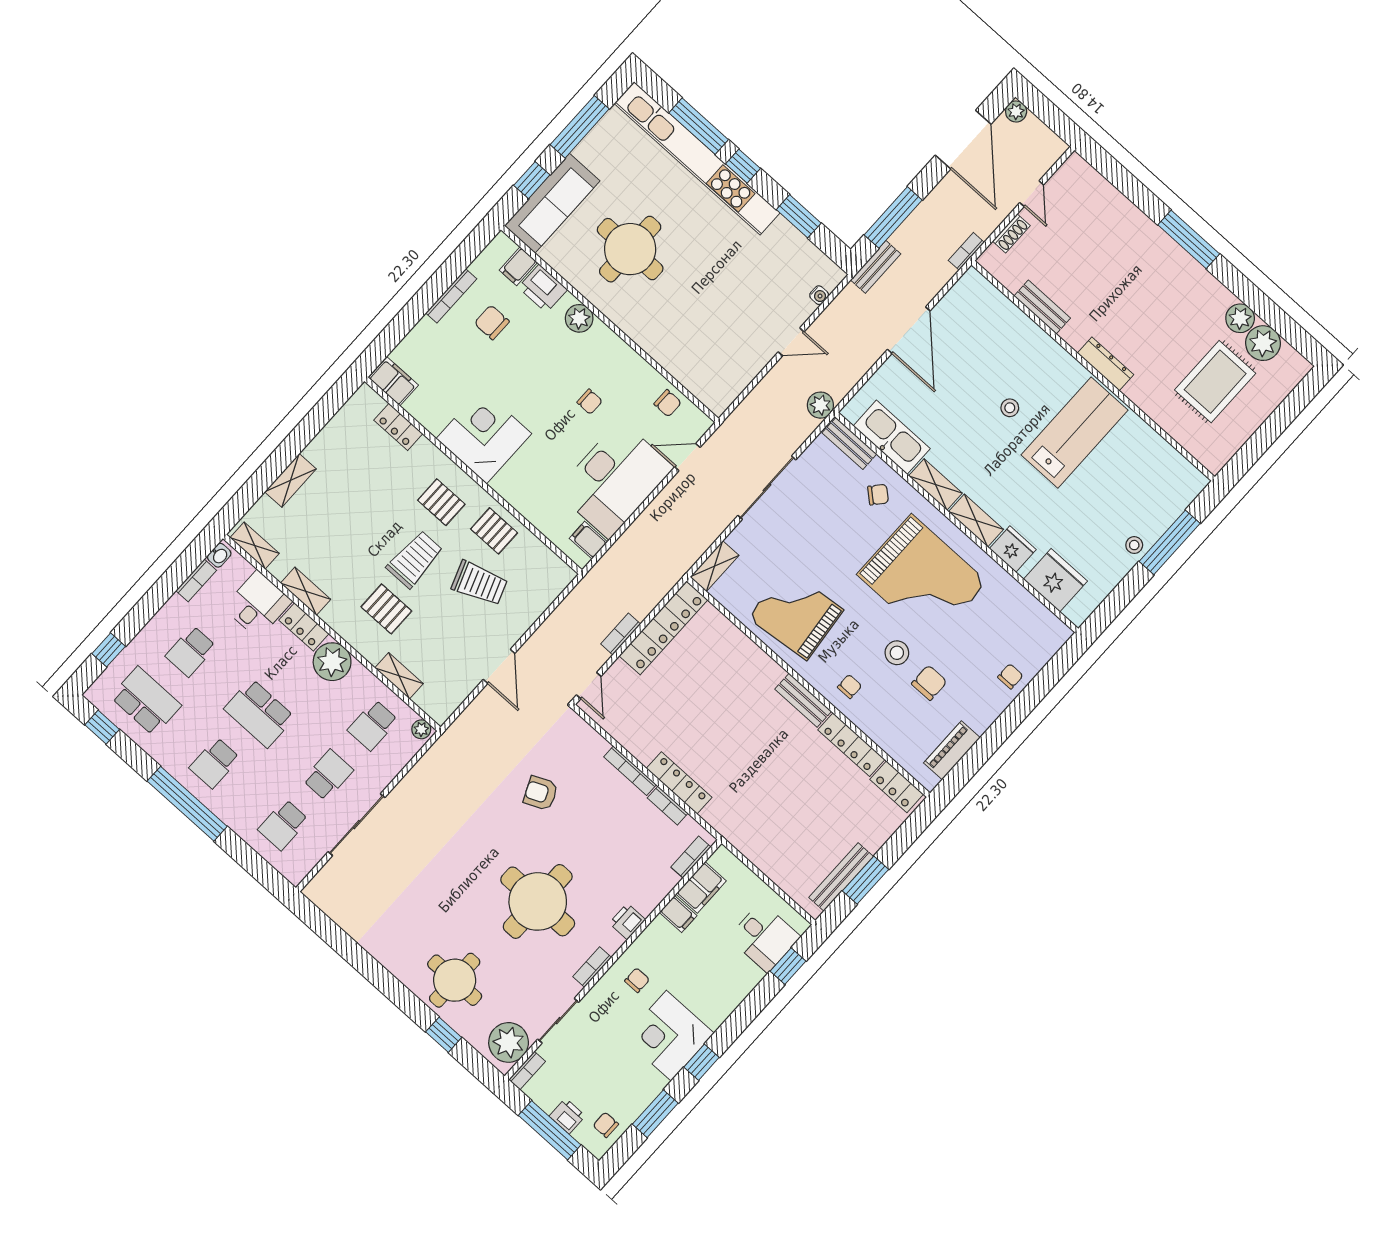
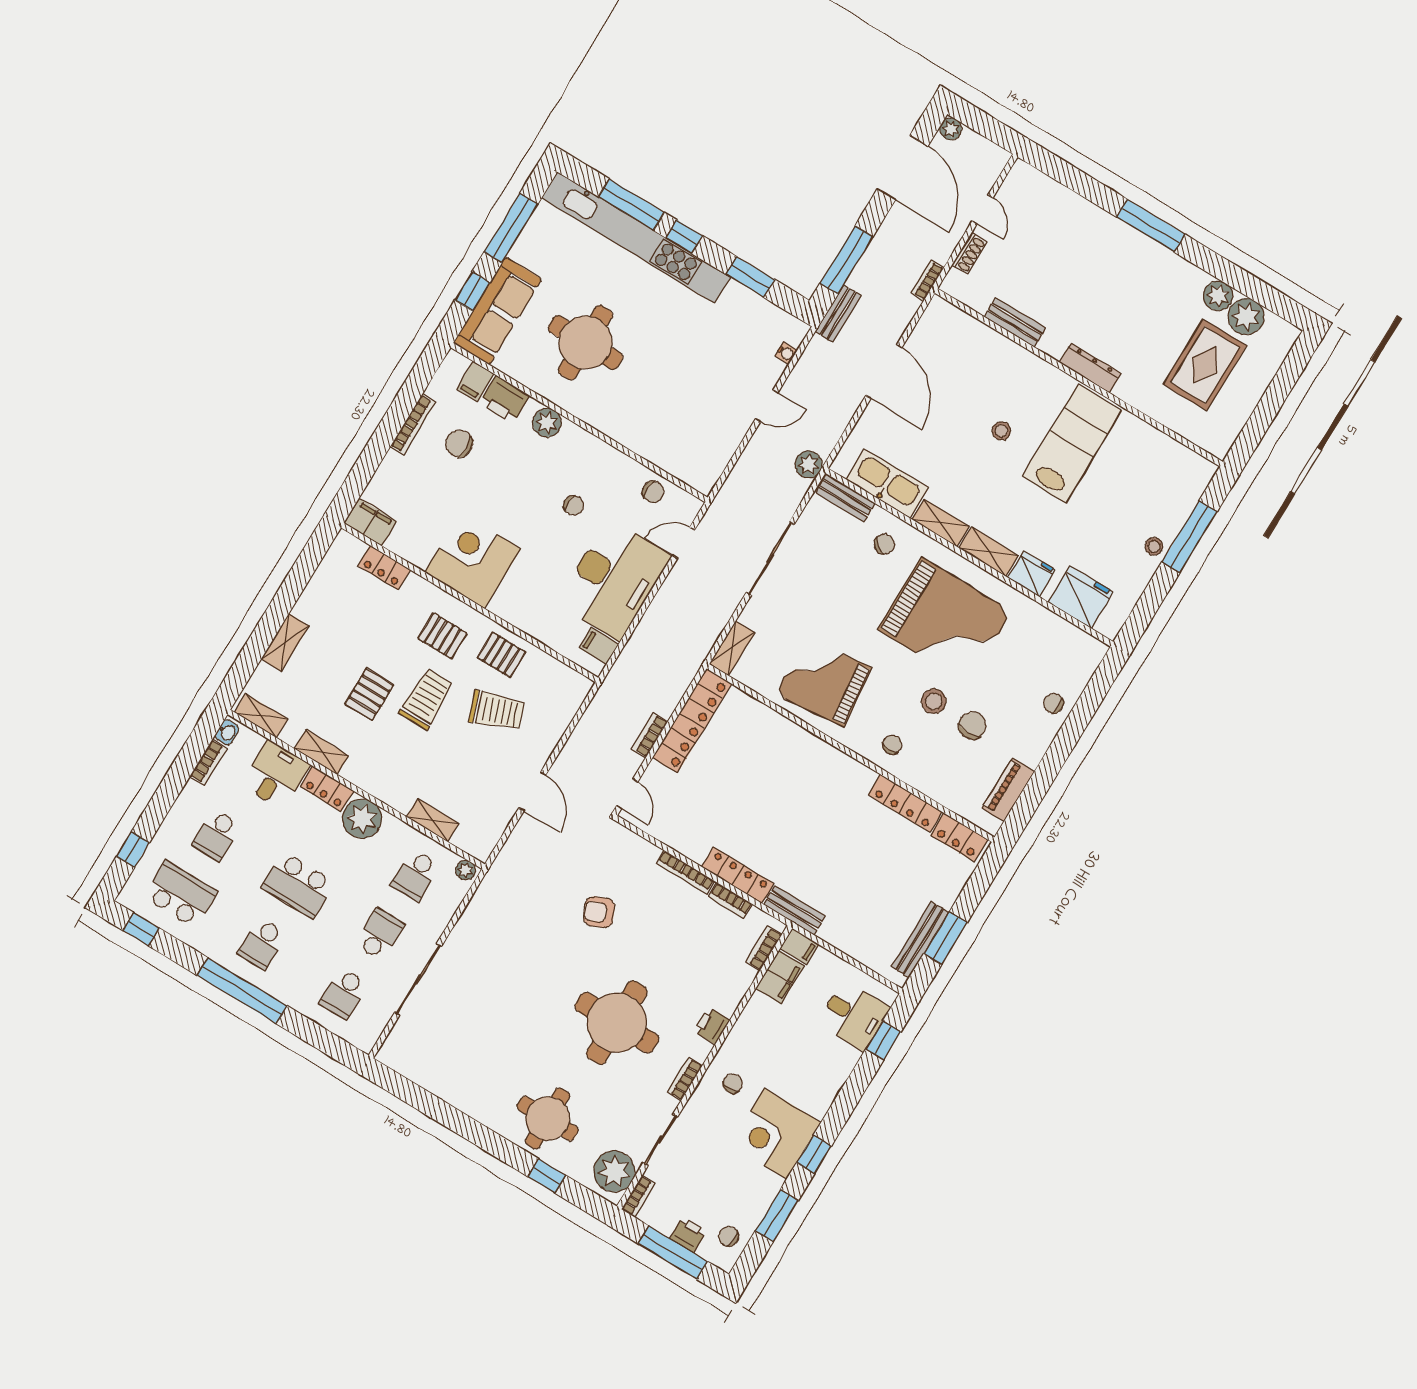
pallet: (386, 609) -> (369, 694), moved, turned 90
chair: (1010, 676) -> (1053, 703), turned -90
bench: (803, 700) -> (794, 910), moved
filing cabinet: (678, 914) -> (799, 946), moved

